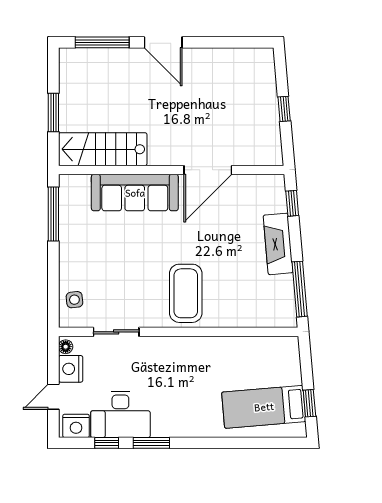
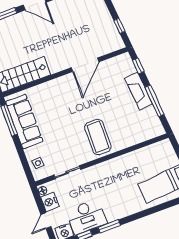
window: (284, 109) -> (119, 26), moved
sofa: (135, 193) -> (24, 121), moved, turned -90
window: (300, 289) -> (155, 101), moved

